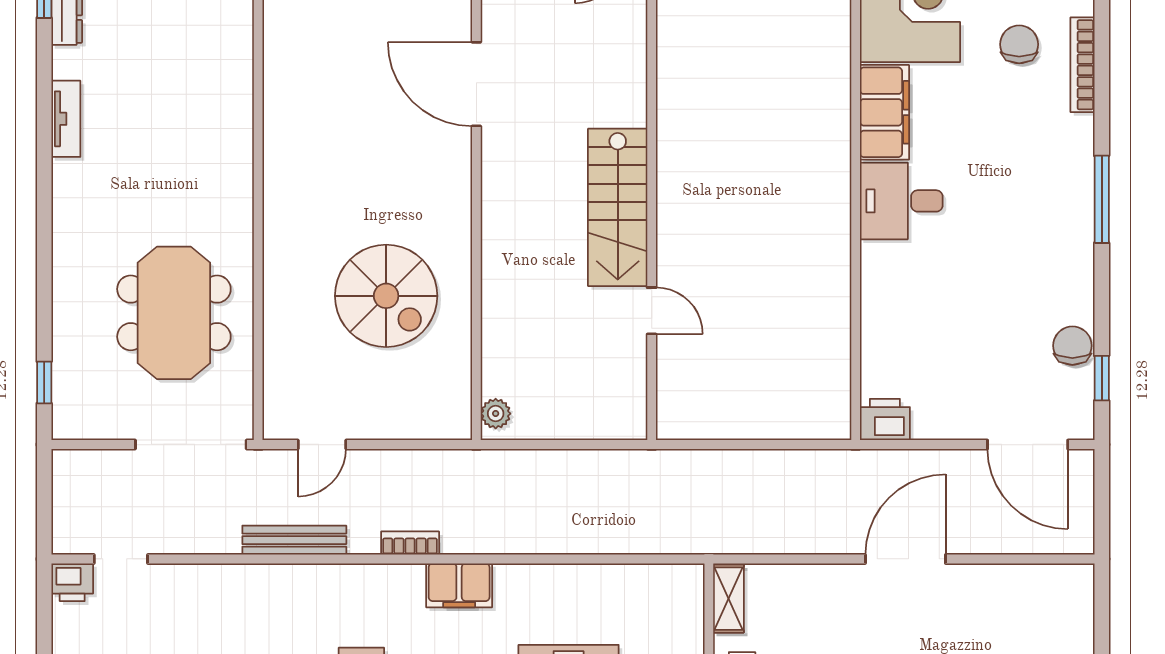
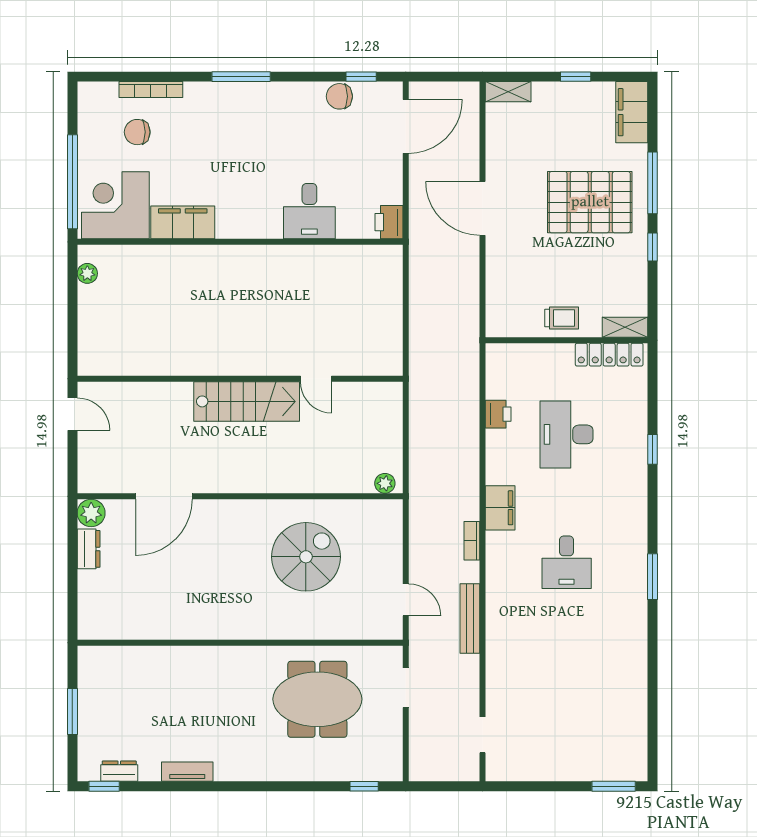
desk: (901, 201) -> (309, 211), moved
door: (652, 311) -> (316, 379), swing flipped
doorway: (191, 444) -> (406, 688), width x0.53
printer: (72, 582) -> (498, 414), moved
shelving: (728, 599) -> (508, 92), moved

